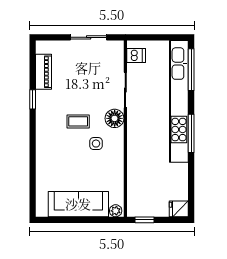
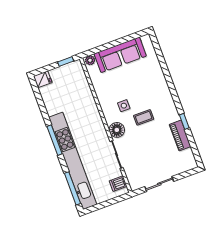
piano: (43, 72) -> (180, 136), moved

